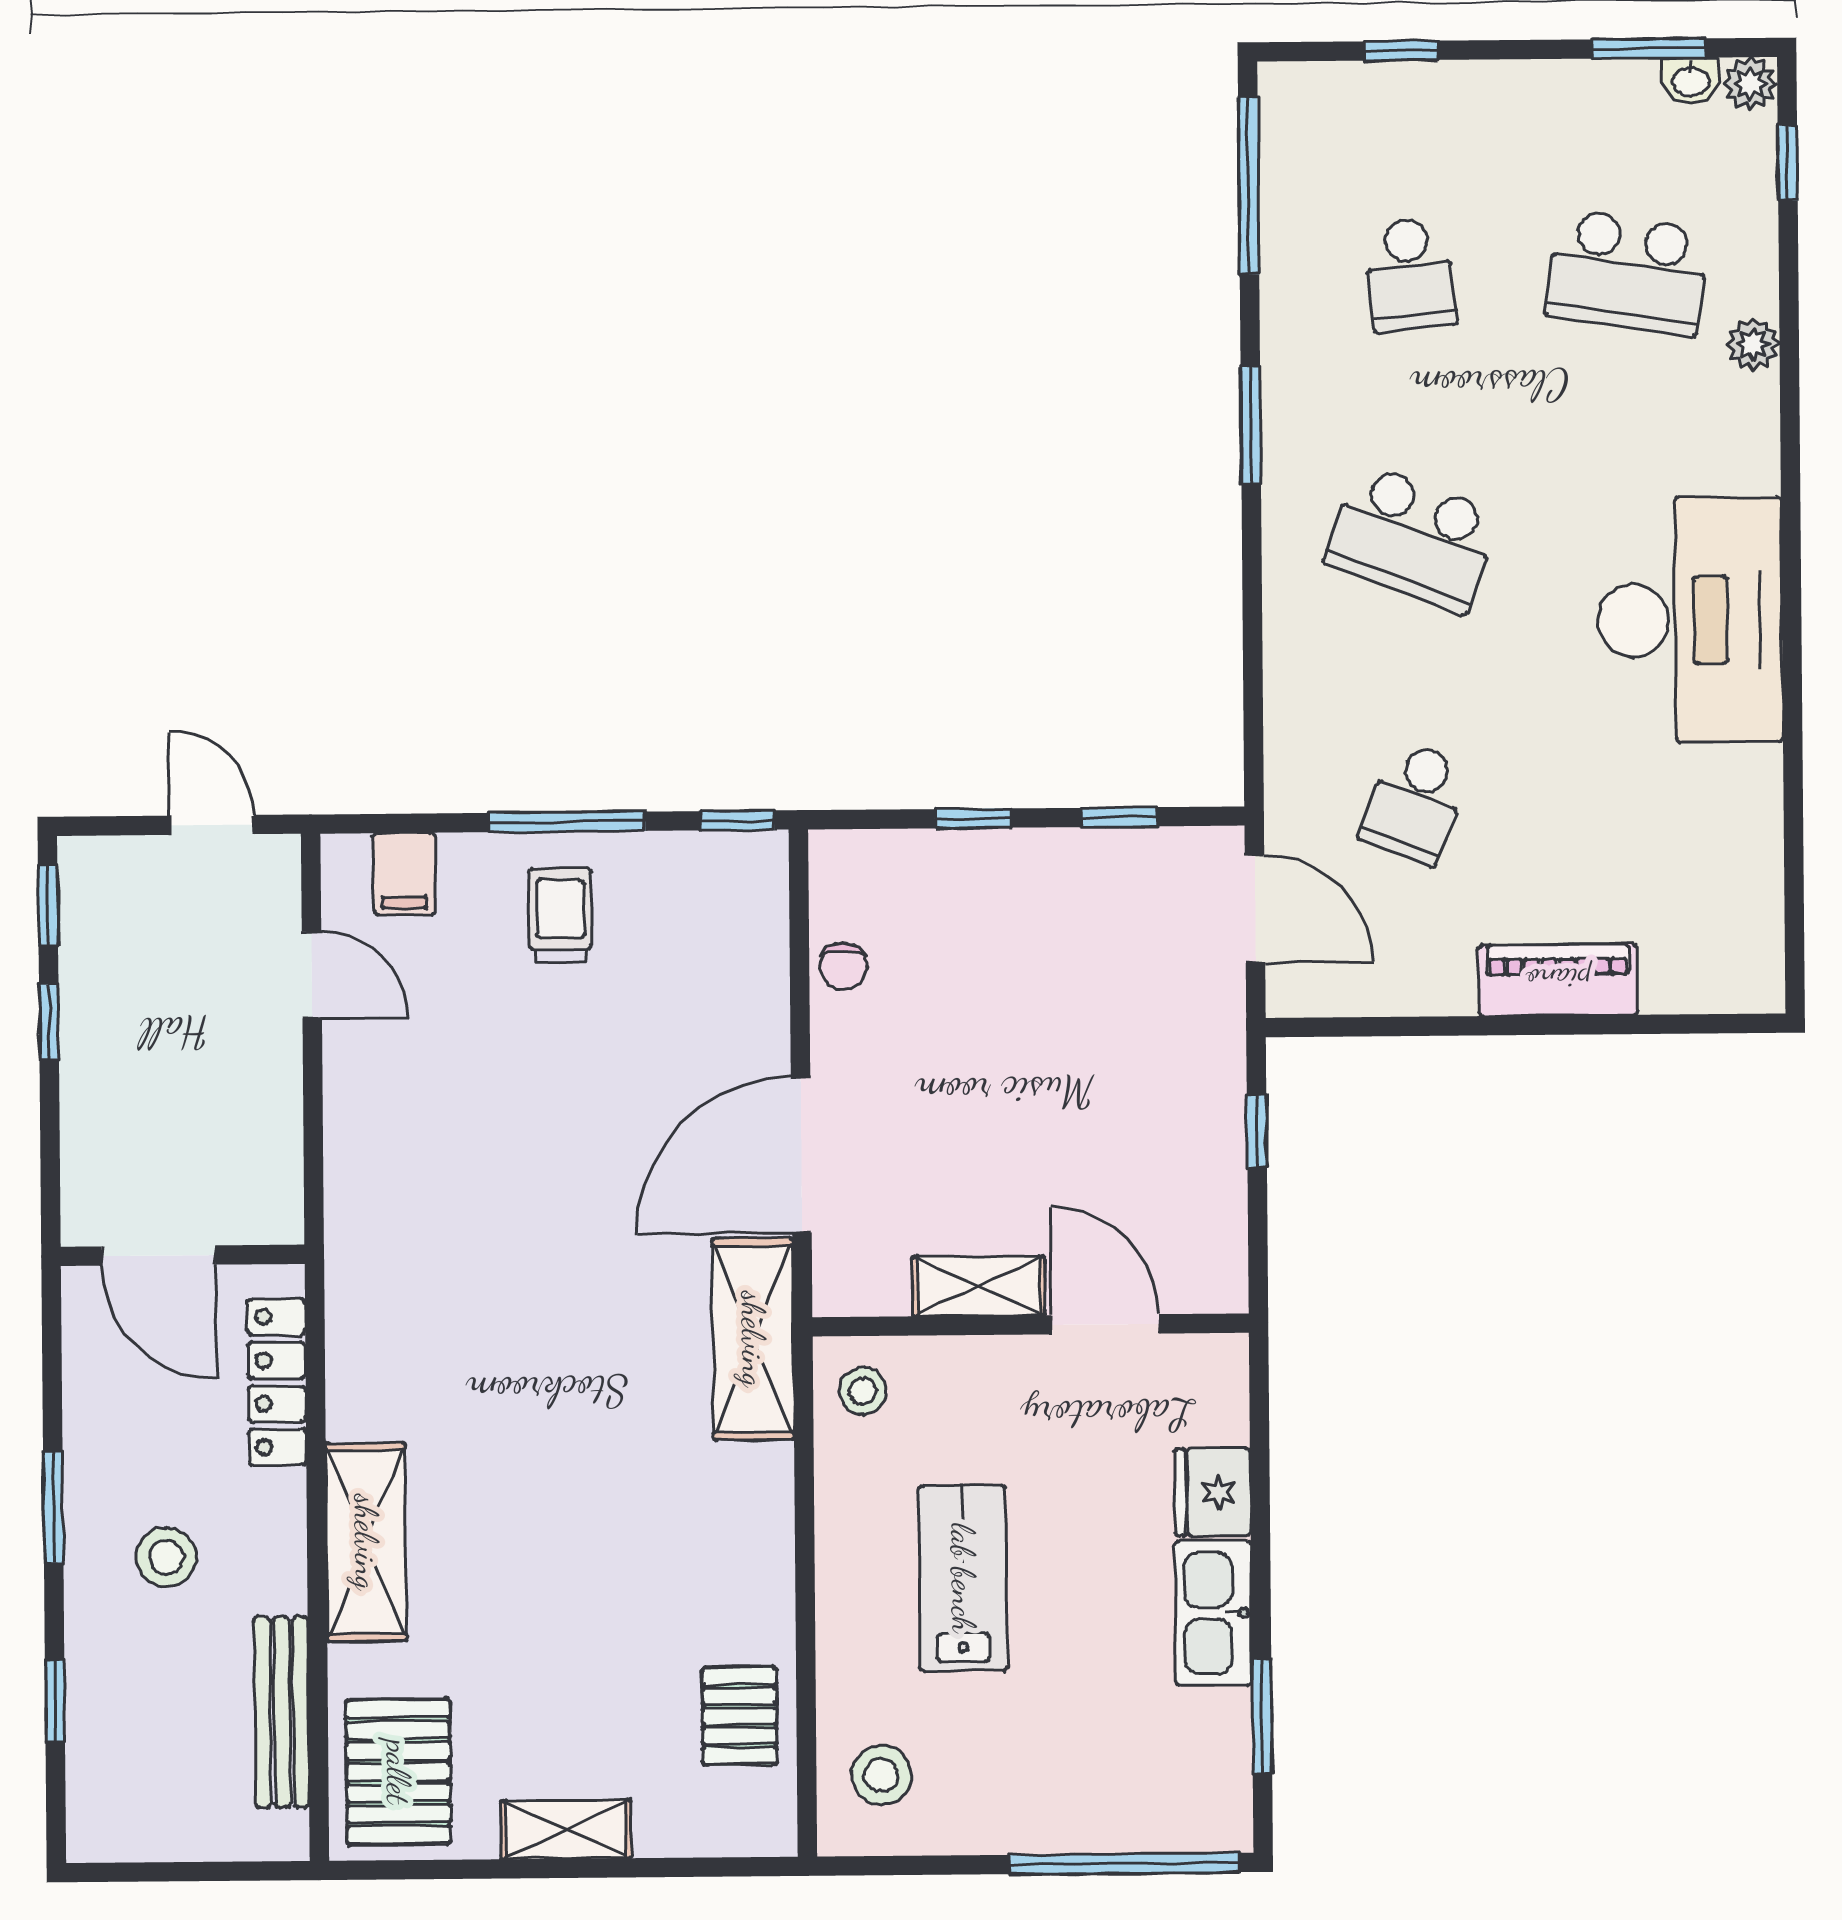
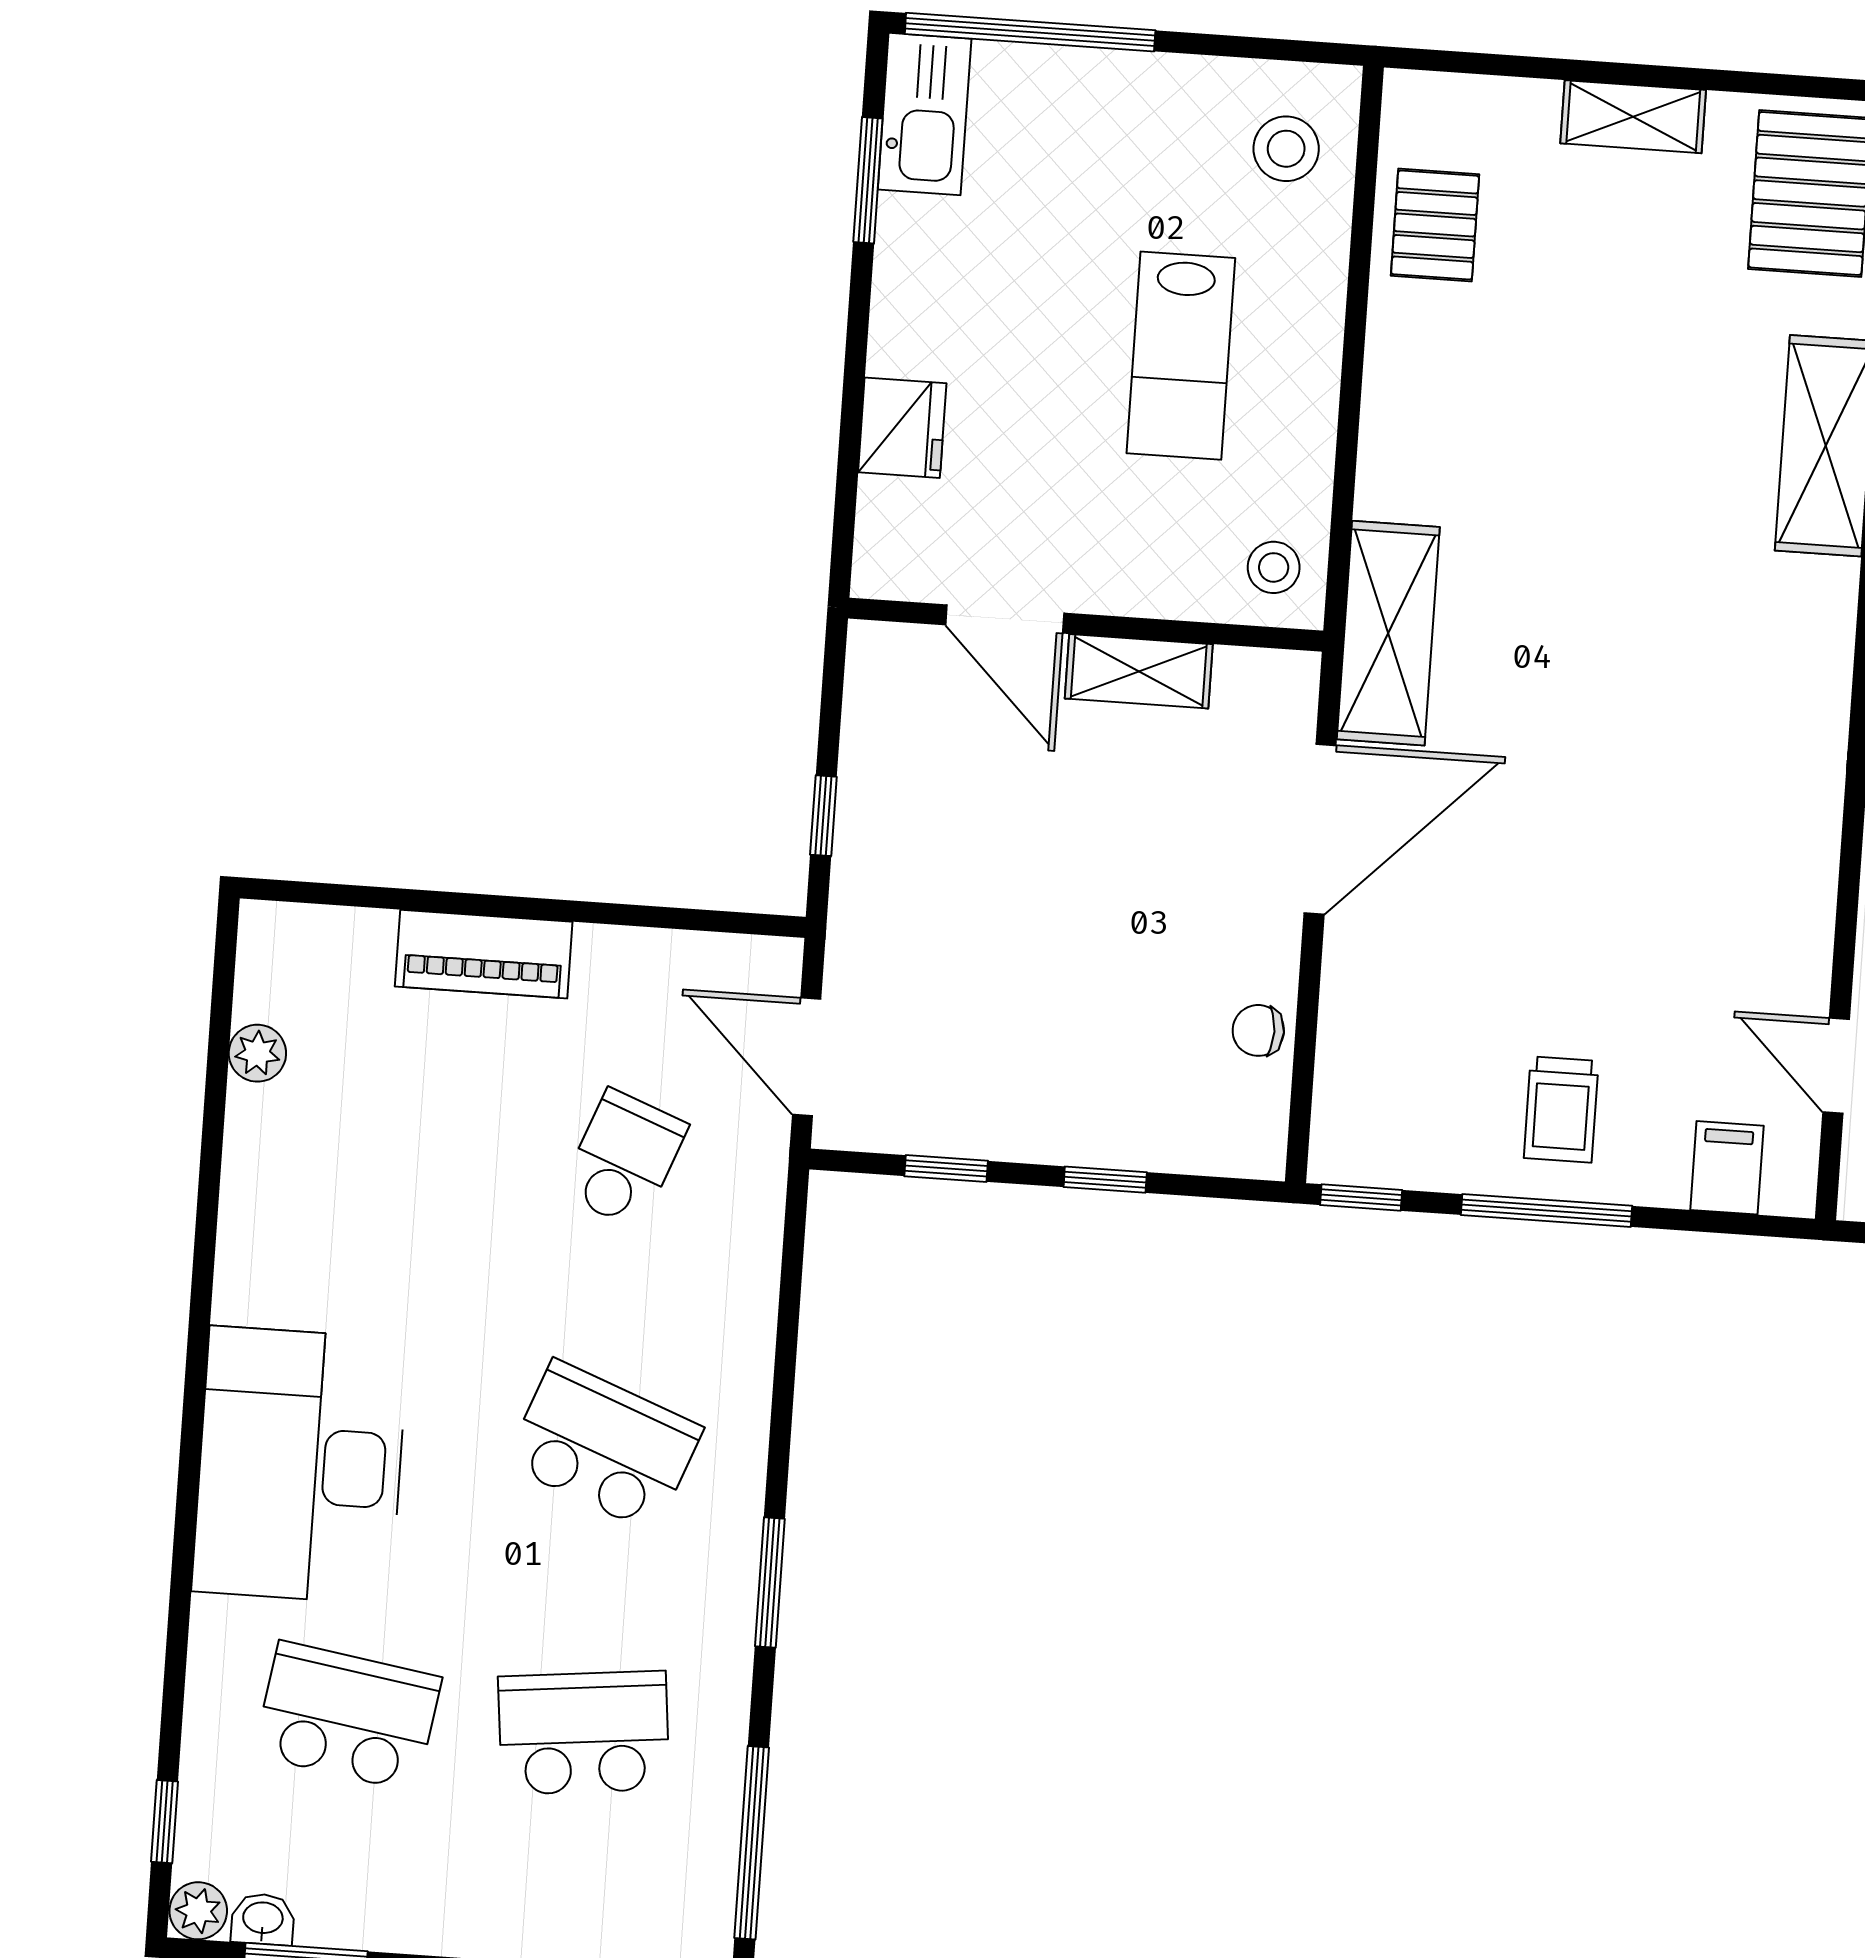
school desk: (1410, 274) -> (584, 1733), width x1.85
plant: (1753, 344) -> (257, 1053), moved
desk: (1690, 620) -> (300, 1465), moved
chair: (843, 966) -> (1258, 1030), turned -90
kitchen sink: (1213, 1613) -> (925, 114), moved

